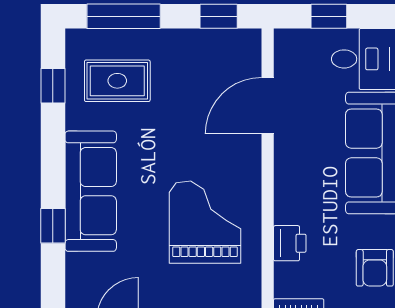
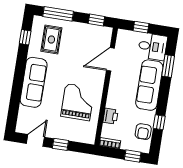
rug: (117, 81) -> (51, 39), turned 90
window: (53, 226) -> (16, 94), removed

